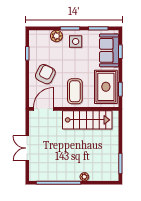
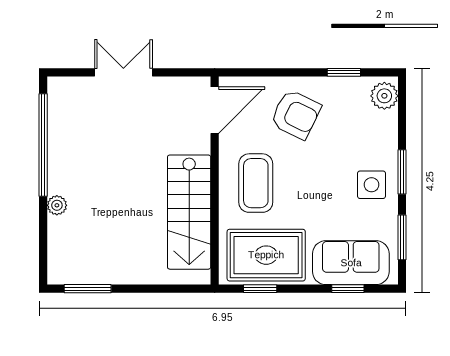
plant: (56, 36) -> (384, 96), moved
coffee table: (75, 91) -> (256, 183), turned 90
door: (44, 109) -> (215, 110), hinge flipped

